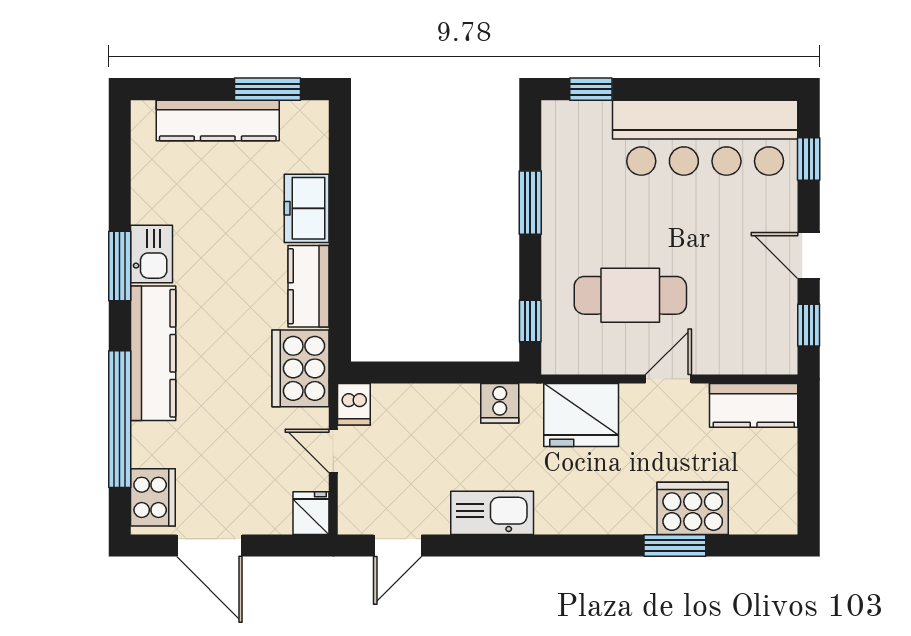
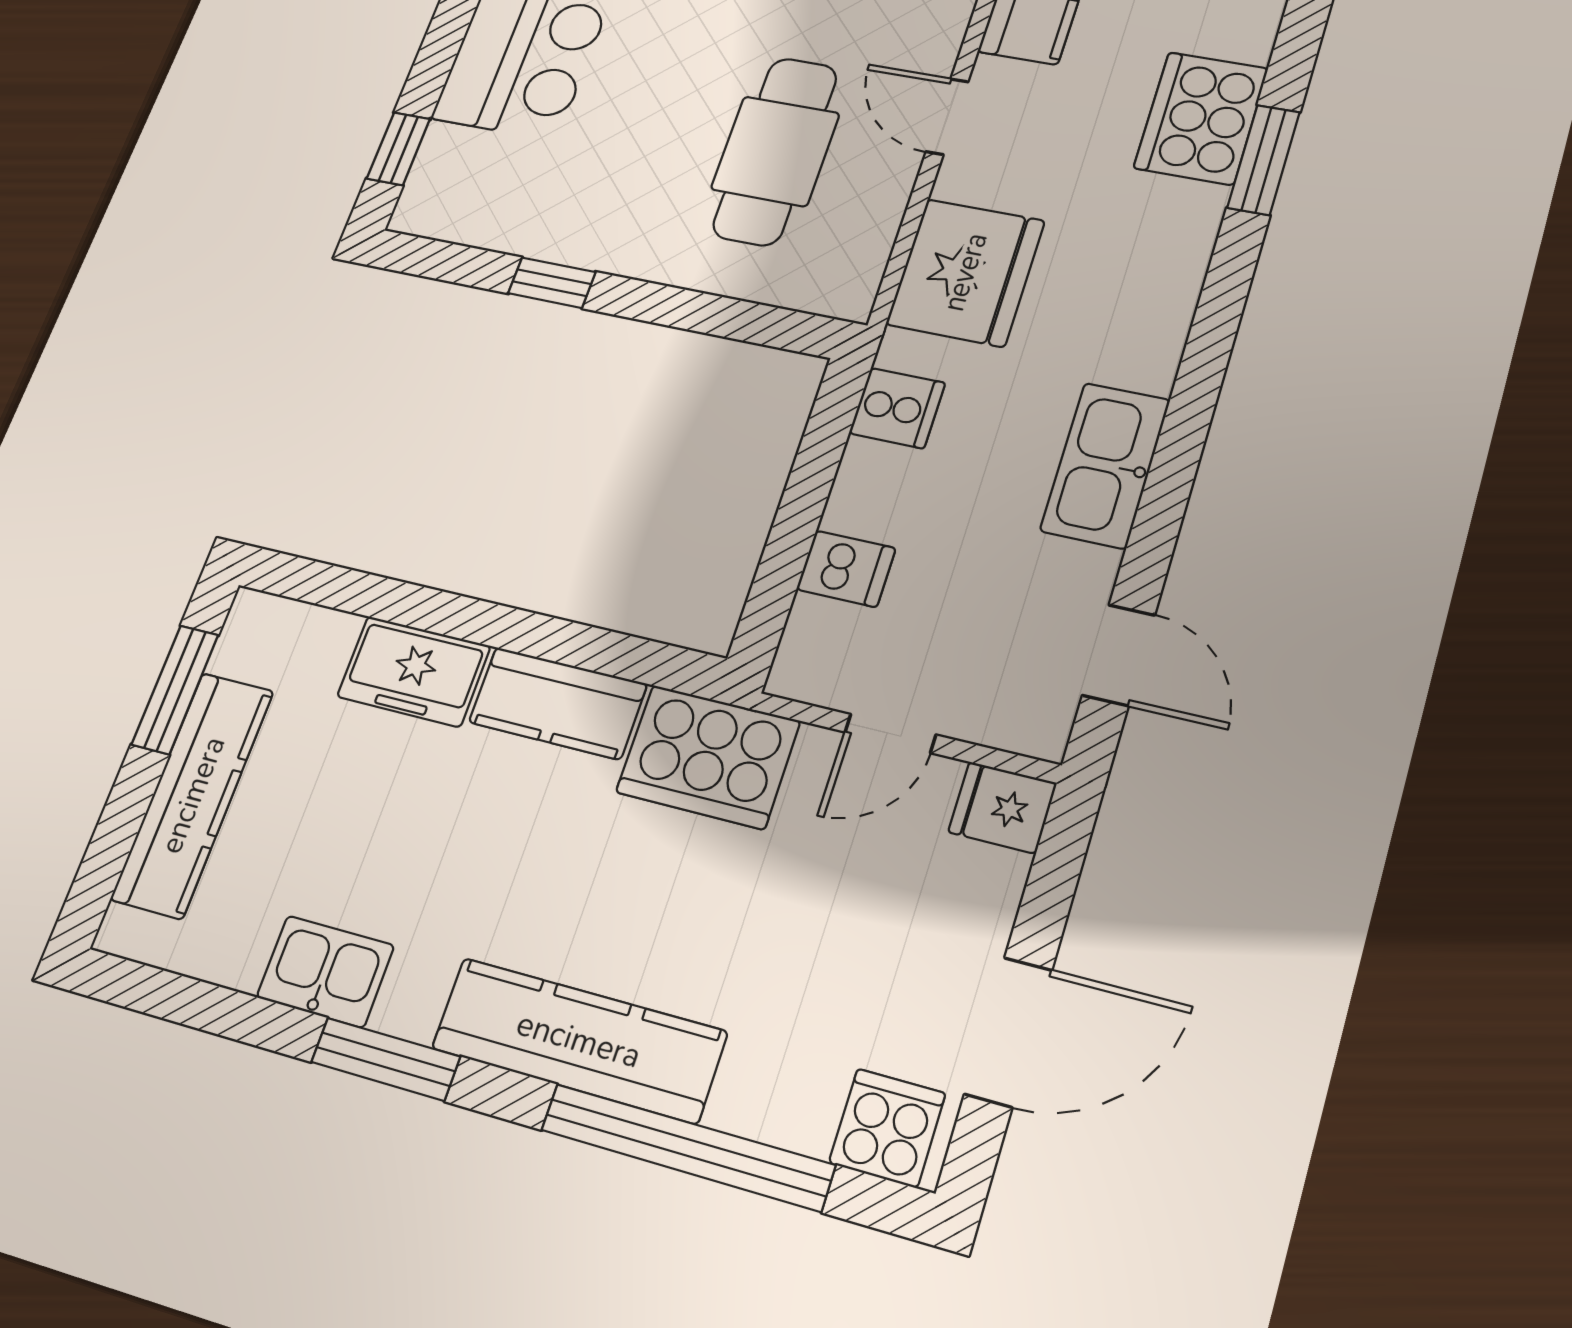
window: (530, 203) -> (552, 283), width x0.67
kitchen sink: (152, 254) -> (325, 971), moved
window: (530, 321) -> (762, 325), removed
dishwasher: (354, 404) -> (846, 569), moved
cooker: (153, 497) -> (887, 1128), width x0.73

